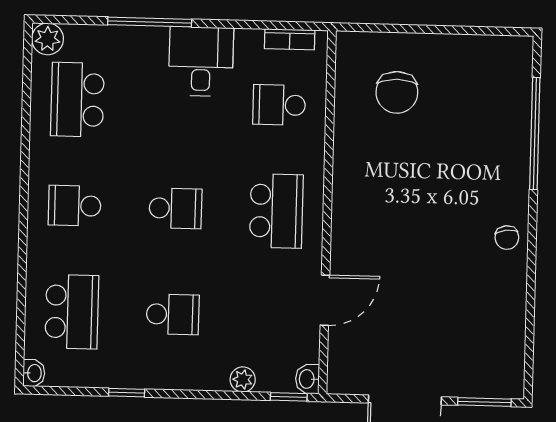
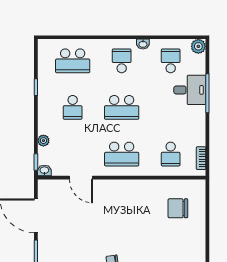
desk: (201, 61) -> (190, 90), moved
school desk: (77, 100) -> (171, 61), width x0.54
school desk: (279, 105) -> (171, 154), turned 180
school desk: (175, 208) -> (122, 107), width x1.85
washbasin: (34, 373) -> (143, 44), moved

